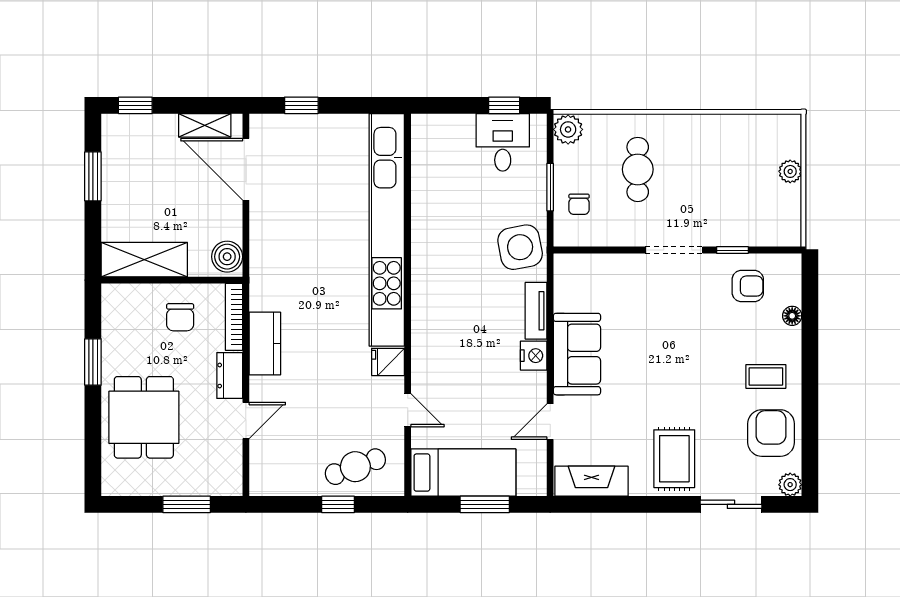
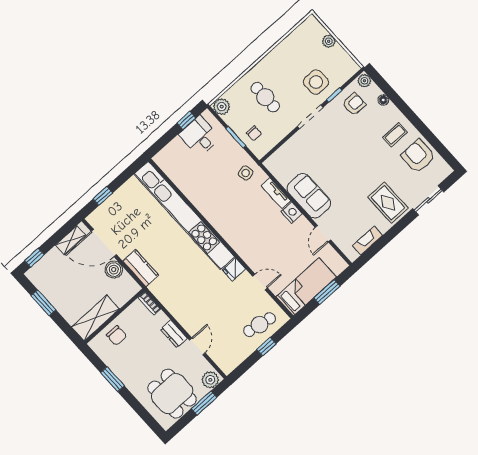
side table: (724, 211) -> (316, 82), added
side table: (520, 247) -> (246, 173), width x0.54, depth x0.54
boiler: (227, 257) -> (114, 270), moved
chair: (180, 317) -> (117, 335), moved
bookcase: (234, 317) -> (149, 303), width x0.64
kitchen counter: (265, 344) -> (141, 268), moved
dining table: (144, 417) -> (172, 394), moved
cafe table: (355, 467) -> (260, 325), turned 31
plant: (223, 481) -> (210, 380), added
fireplace: (591, 481) -> (368, 241), width x0.73, depth x0.76
plant: (790, 485) -> (364, 81), moved

